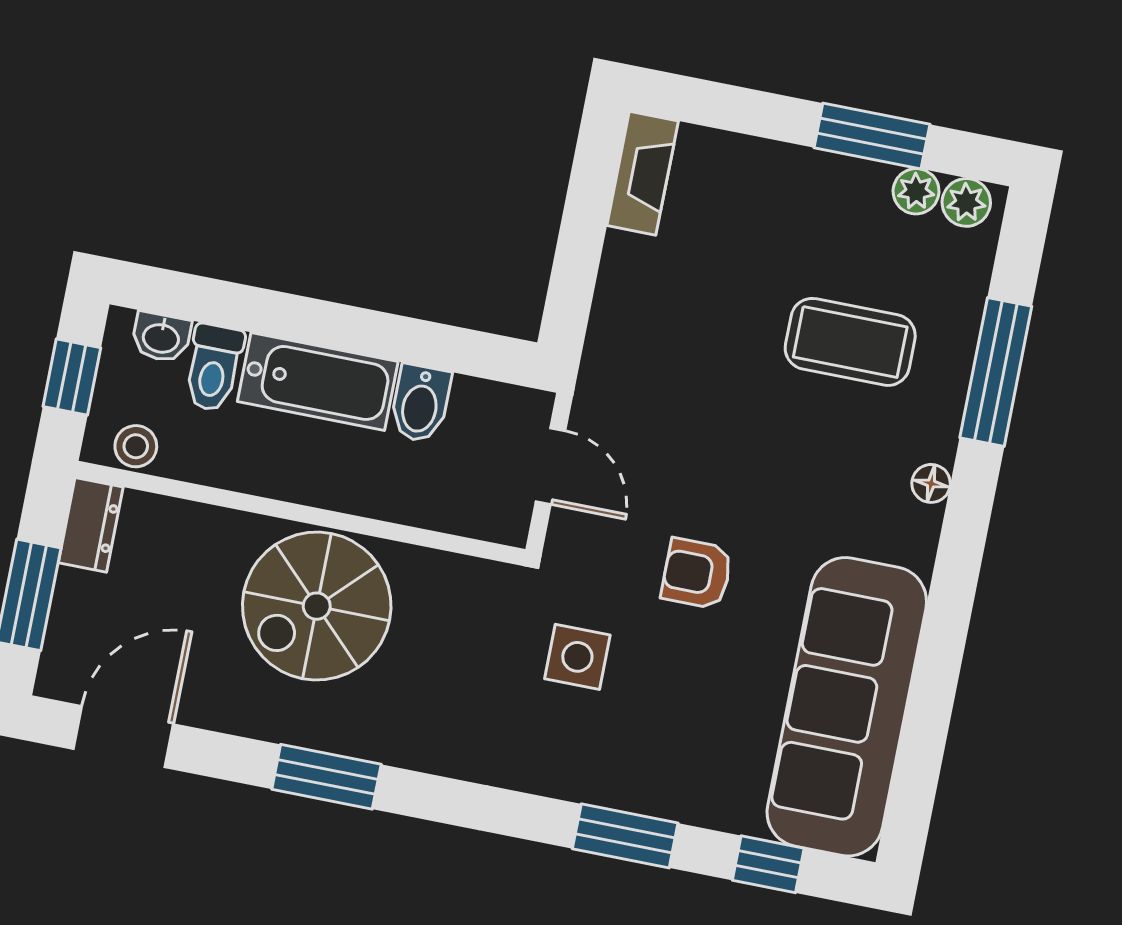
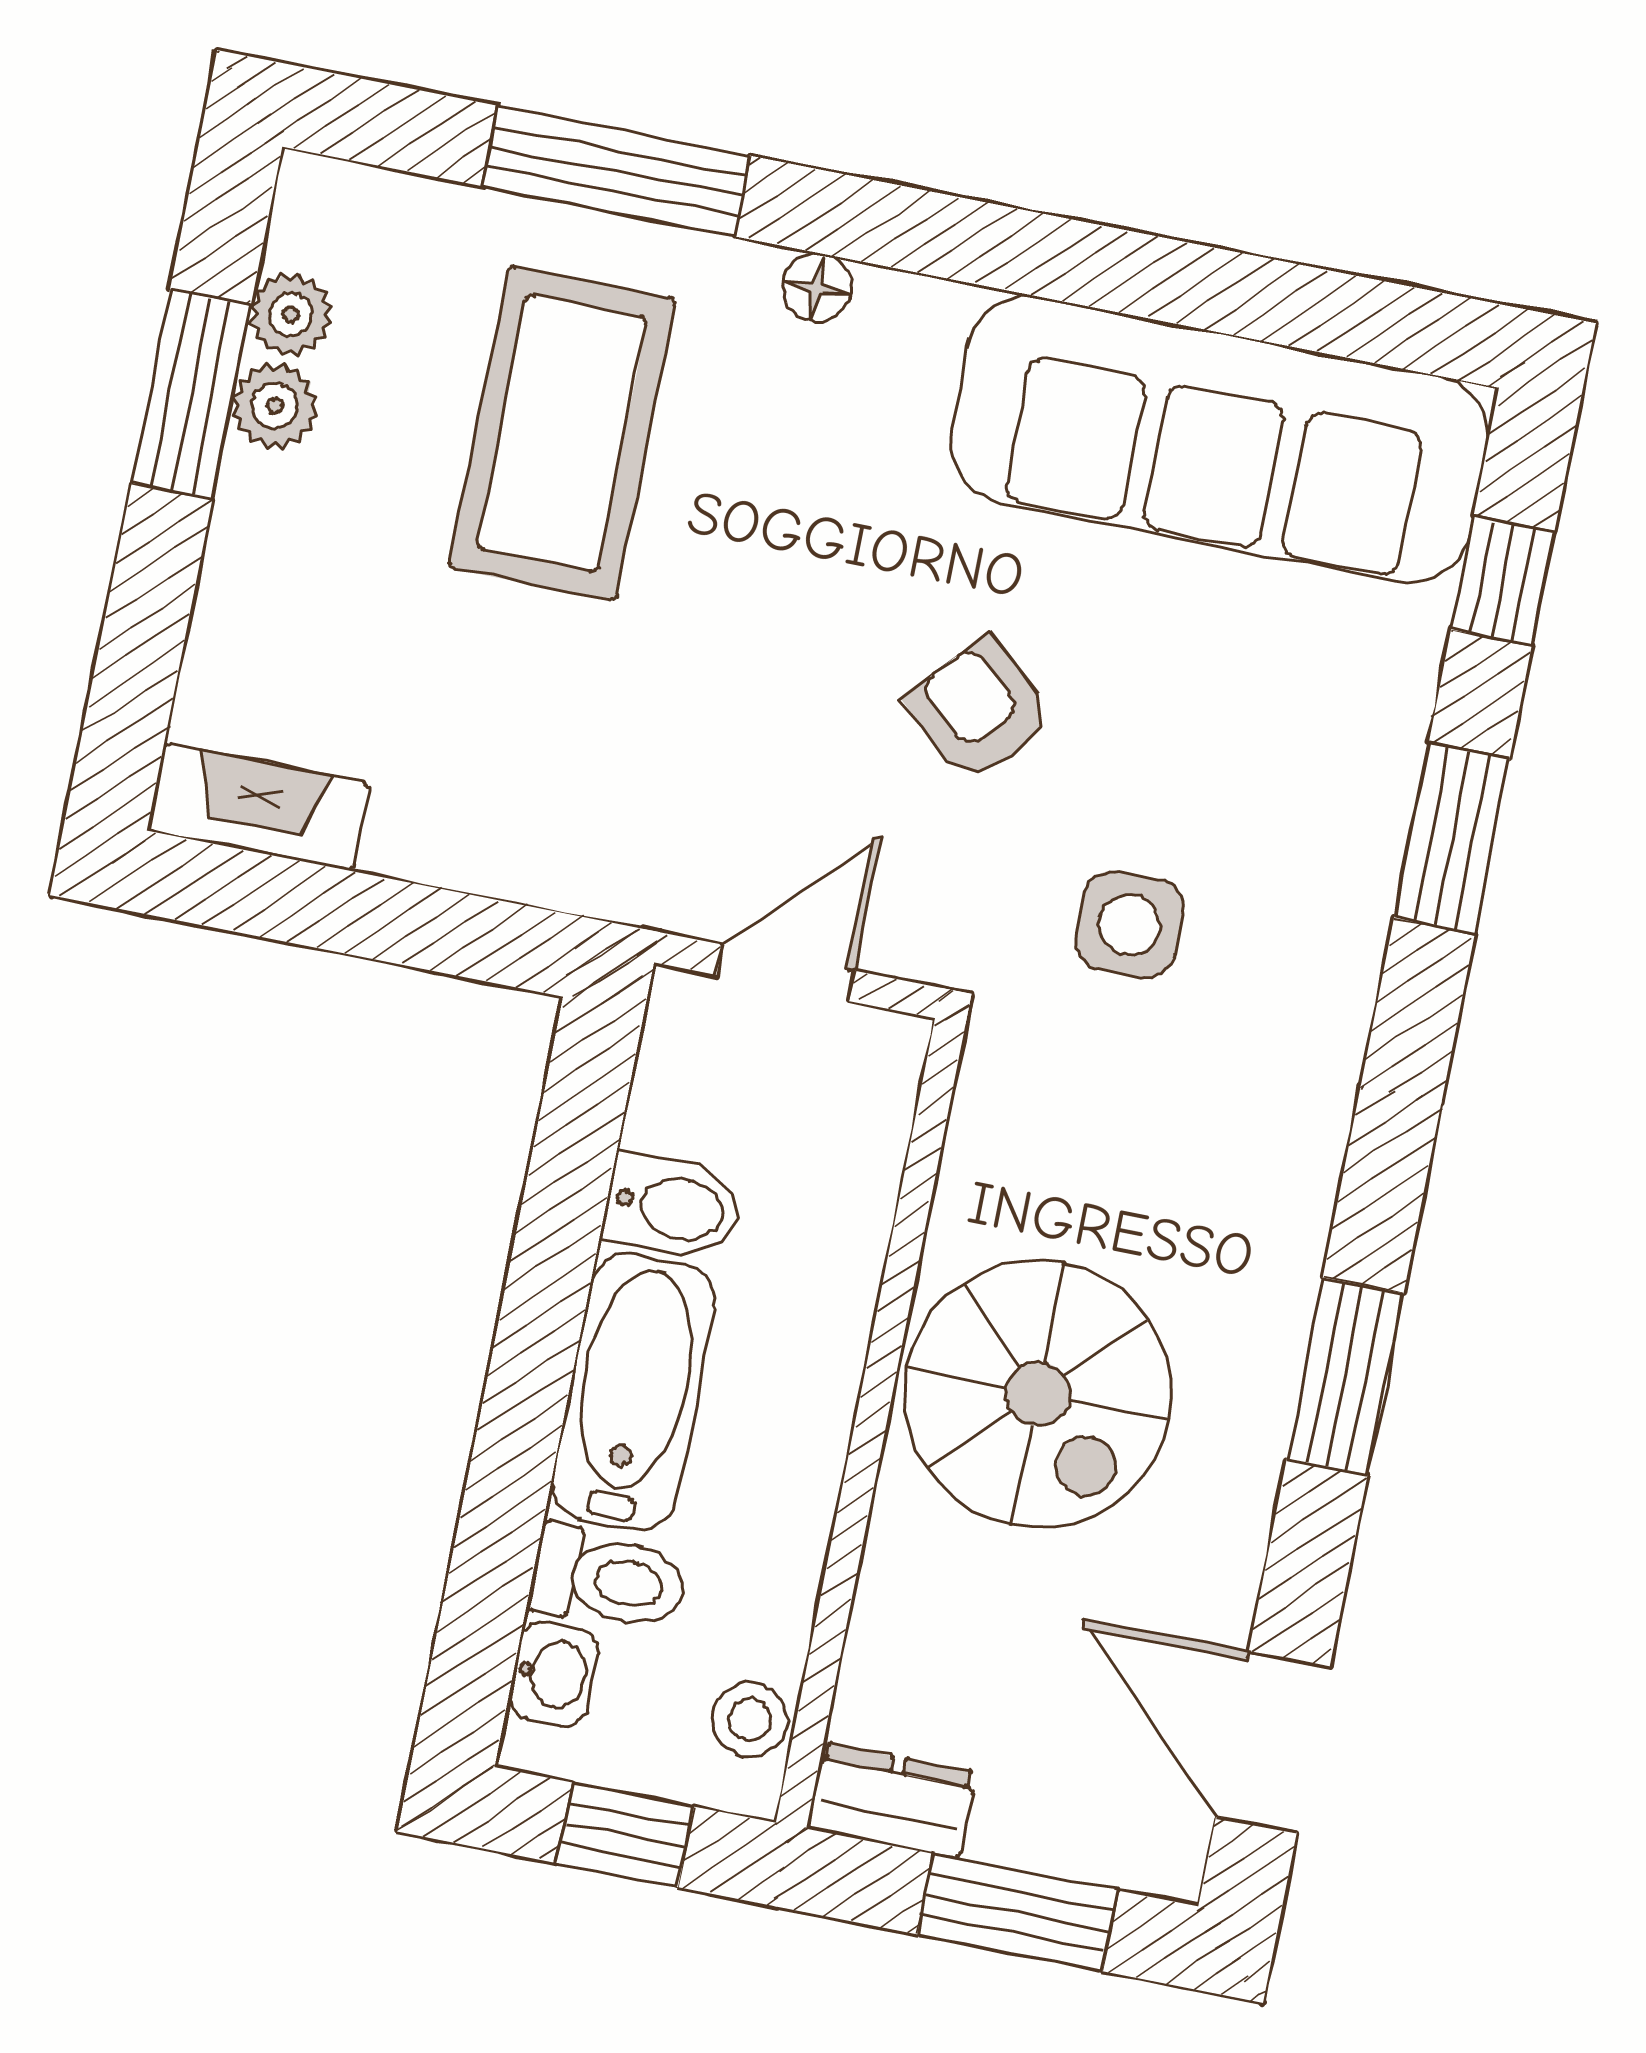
plant: (966, 202) -> (275, 406), moved
coffee table: (850, 342) -> (562, 433), width x1.36, depth x1.32
armchair: (697, 573) -> (979, 709), turned 132

